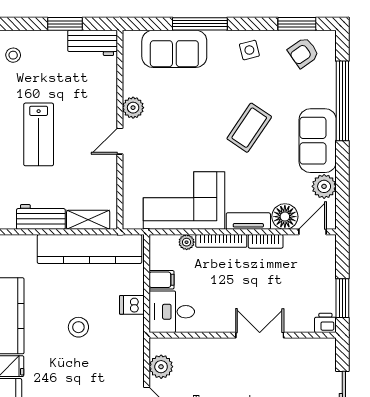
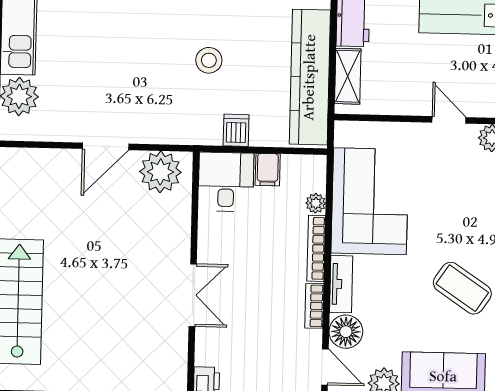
plant: (161, 367) -> (160, 172), width x1.36, depth x1.36

